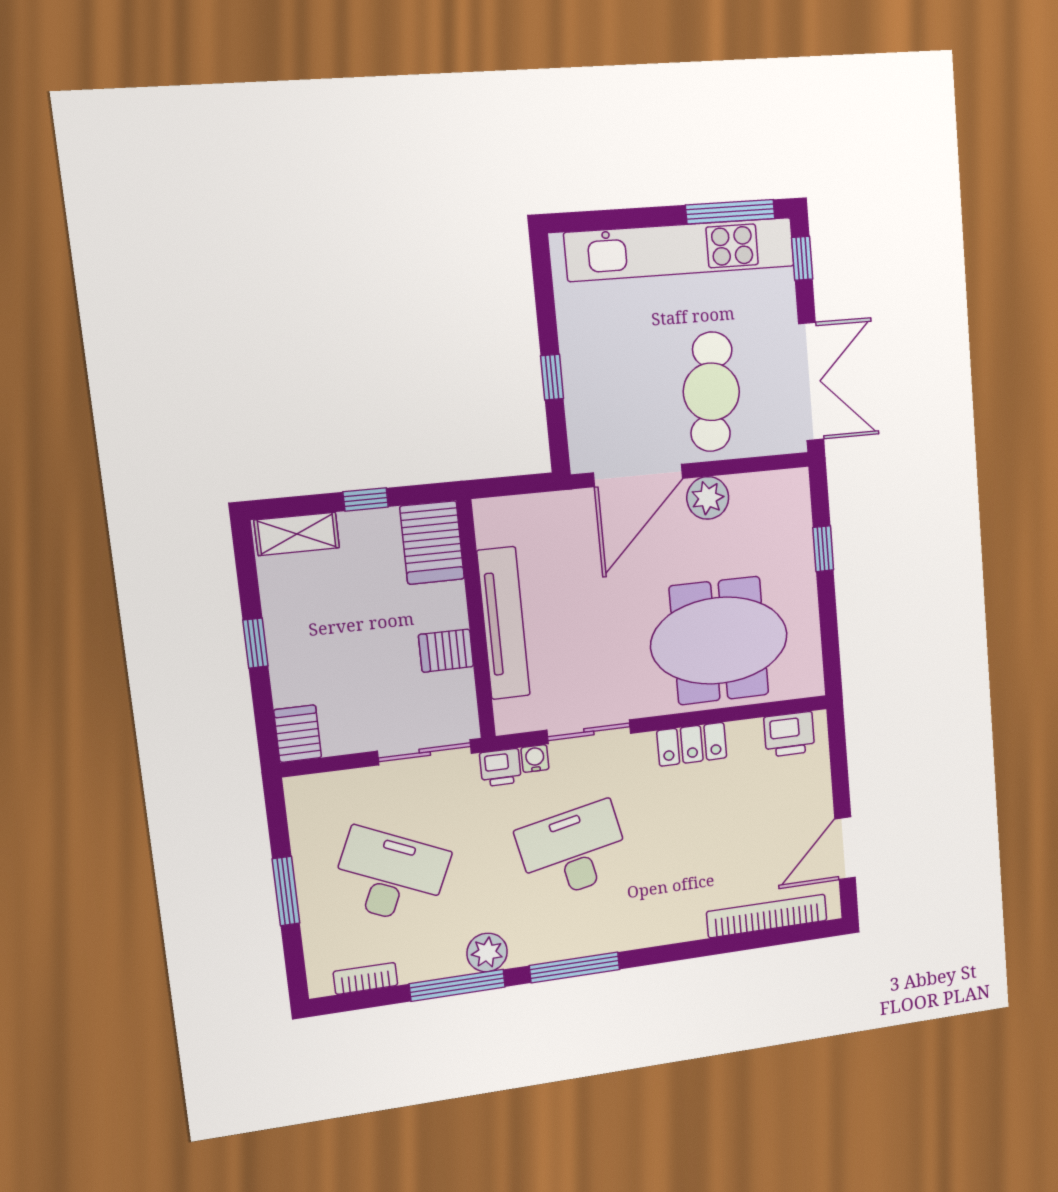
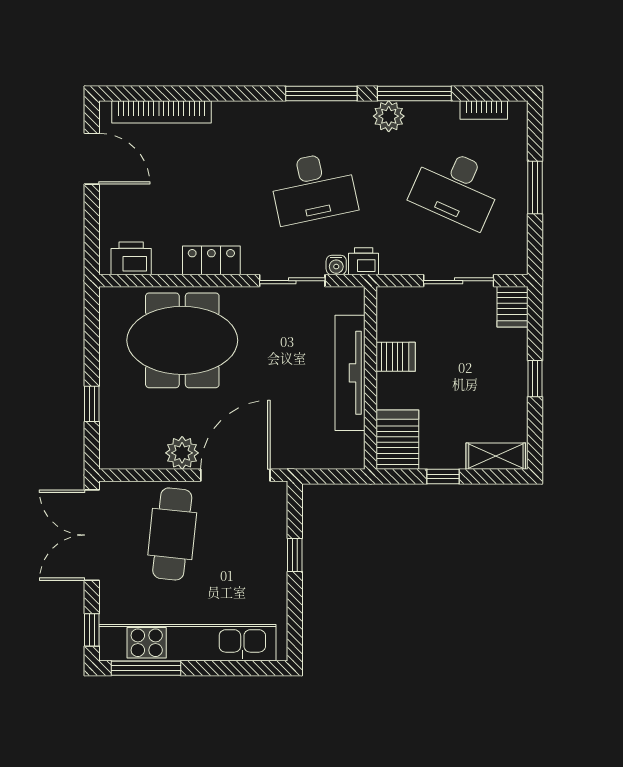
sliding door: (425, 752) -> (459, 281), moved
door: (845, 848) -> (92, 159), hinge flipped

